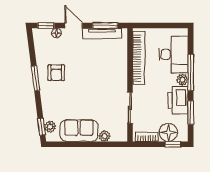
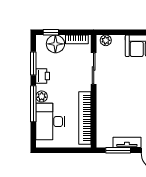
tv unit: (102, 34) -> (127, 142), width x0.71
printer: (178, 100) -> (43, 76), width x0.53, depth x0.68
plant: (104, 136) -> (106, 40), moved

